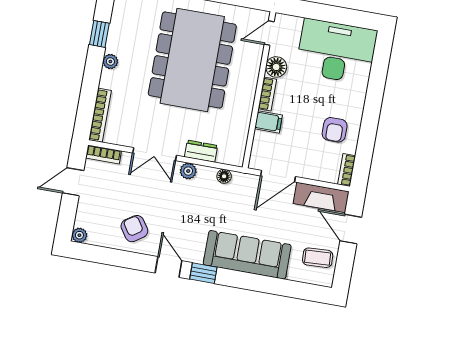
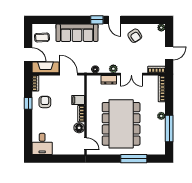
door: (269, 33) -> (86, 144), hinge flipped
window: (99, 34) -> (169, 129), width x2.17
desk: (336, 51) -> (42, 144), width x0.53, depth x0.77
window: (368, 133) -> (28, 103), added
double door: (155, 154) -> (131, 74), swing flipped
door: (278, 176) -> (69, 74), hinge flipped

